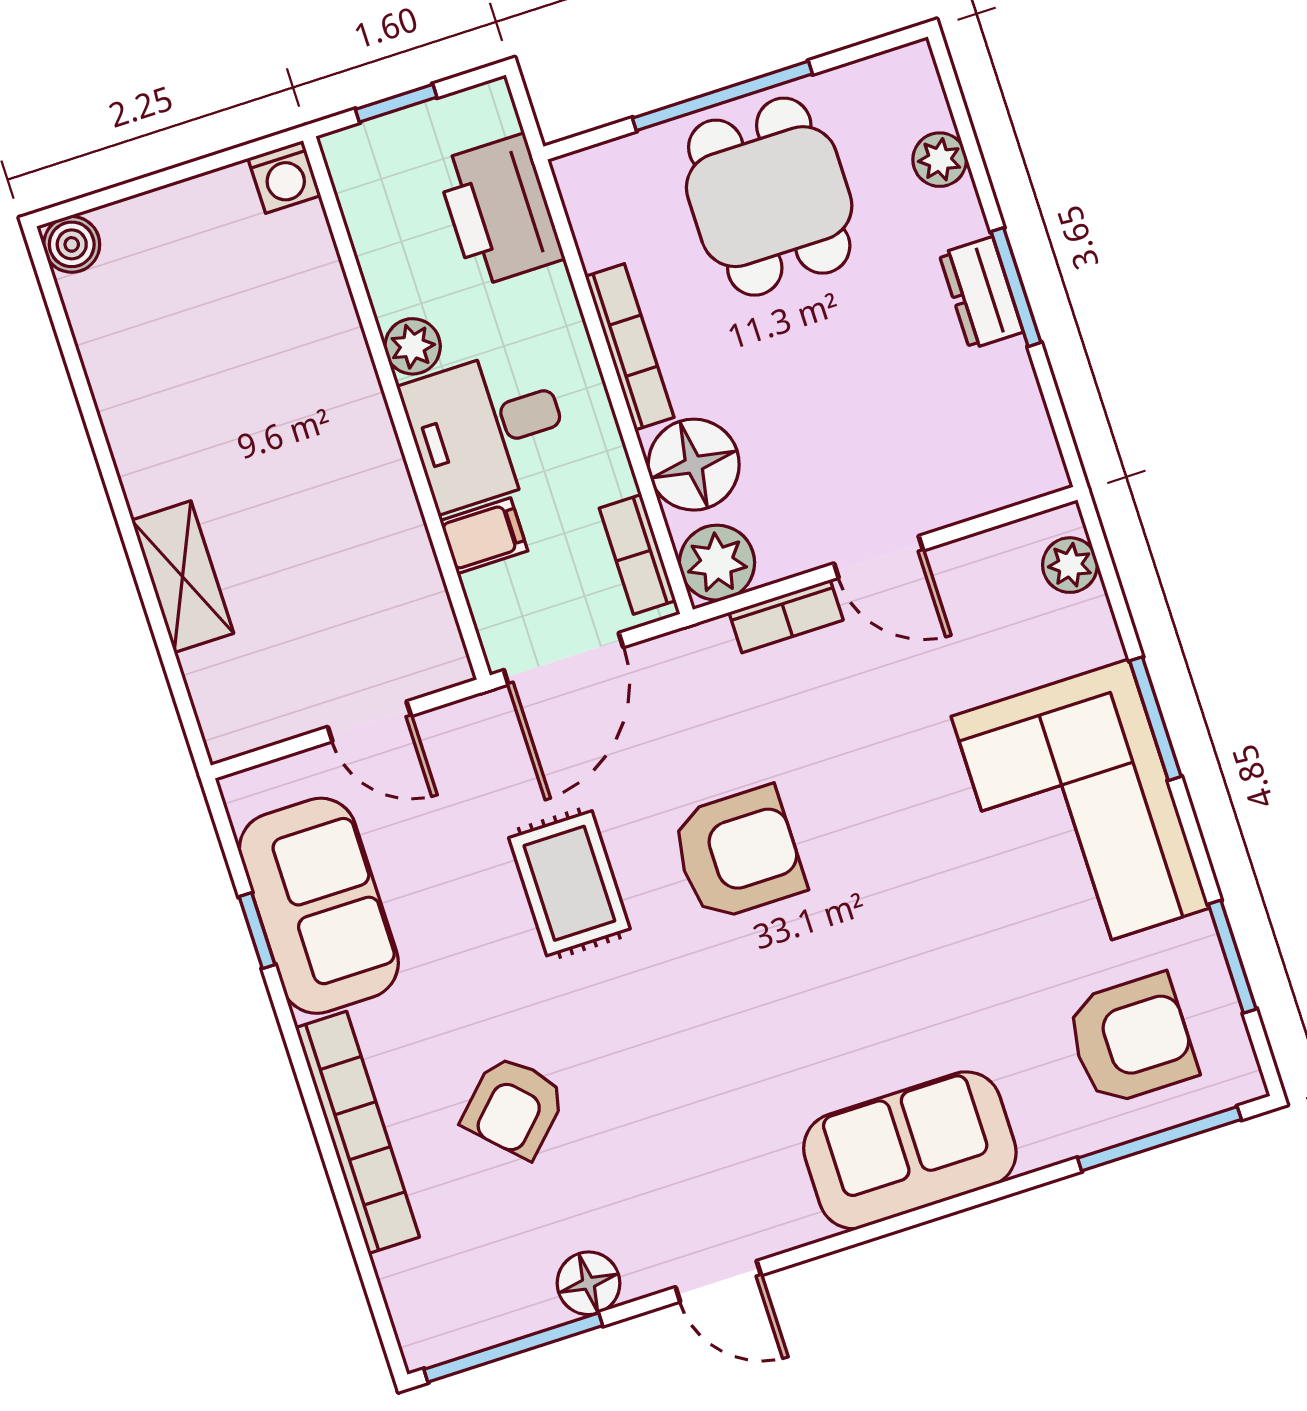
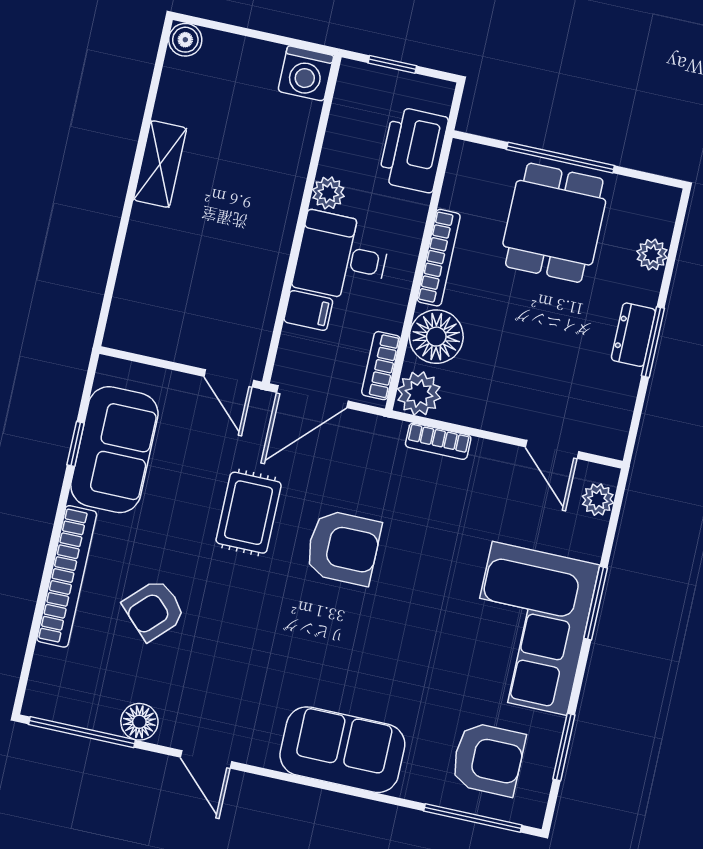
washing machine: (284, 177) -> (306, 73), width x1.38, depth x1.38
door: (879, 557) -> (552, 449), moved
shelving: (183, 577) -> (160, 164), moved
door: (369, 721) -> (229, 378), moved

